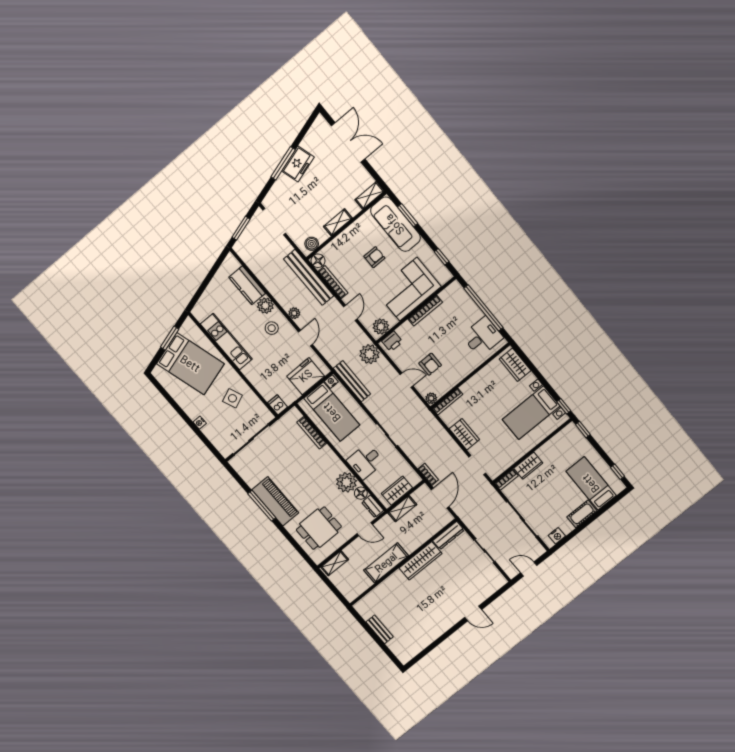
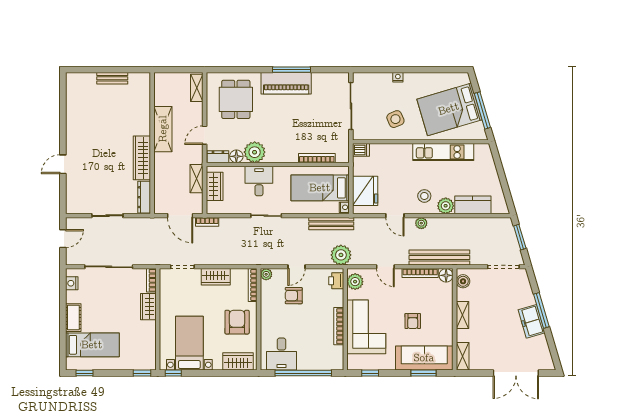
window: (170, 338) -> (482, 110), width x1.44
armchair: (486, 390) -> (237, 322), added

